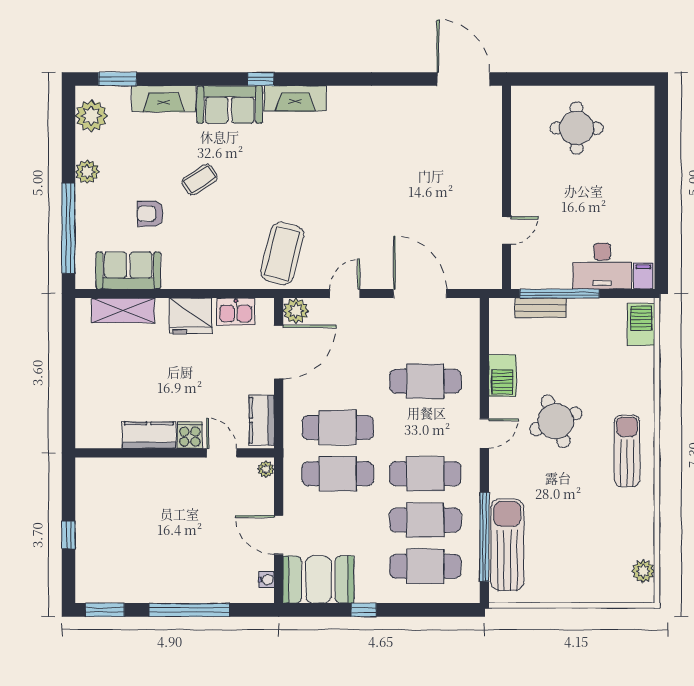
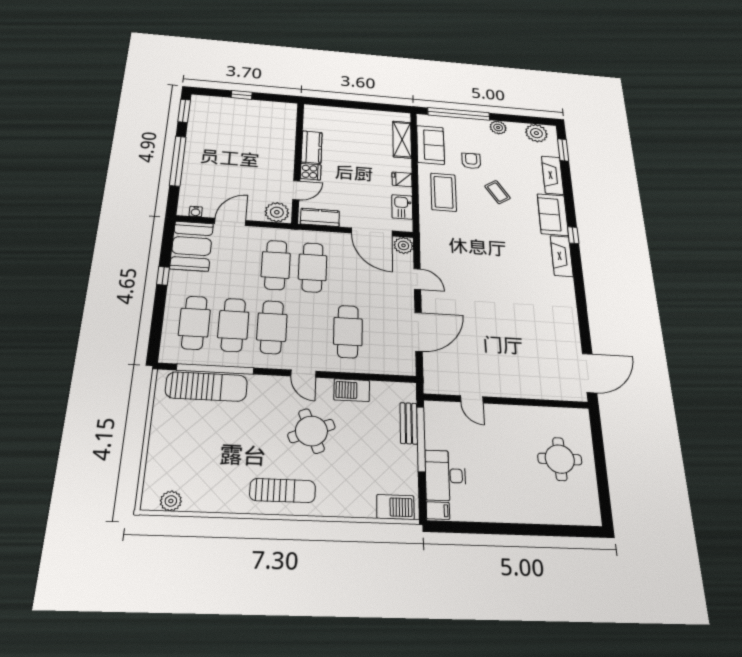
coffee table: (282, 253) -> (443, 192), moved, turned 76
fridge: (191, 316) -> (402, 179), width x0.53, depth x0.75
plant: (266, 469) -> (277, 212), width x1.88, depth x1.88

